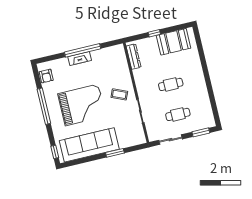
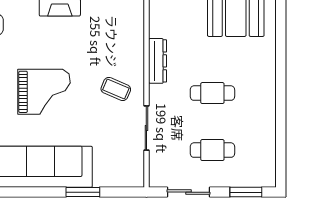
dresser: (134, 57) -> (158, 61), moved
grand piano: (82, 105) -> (44, 92), width x0.73, depth x0.68

